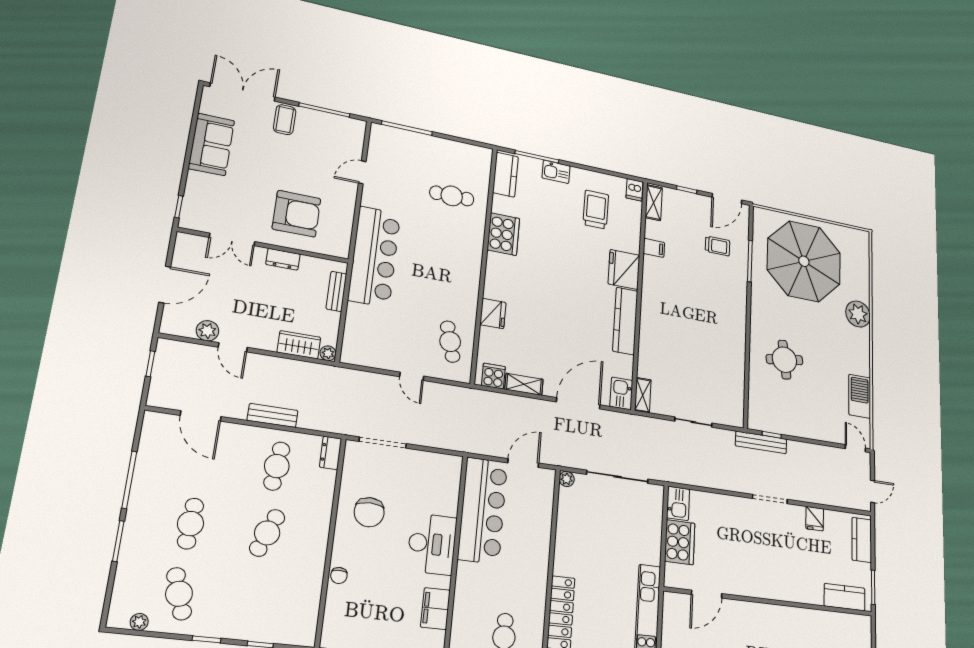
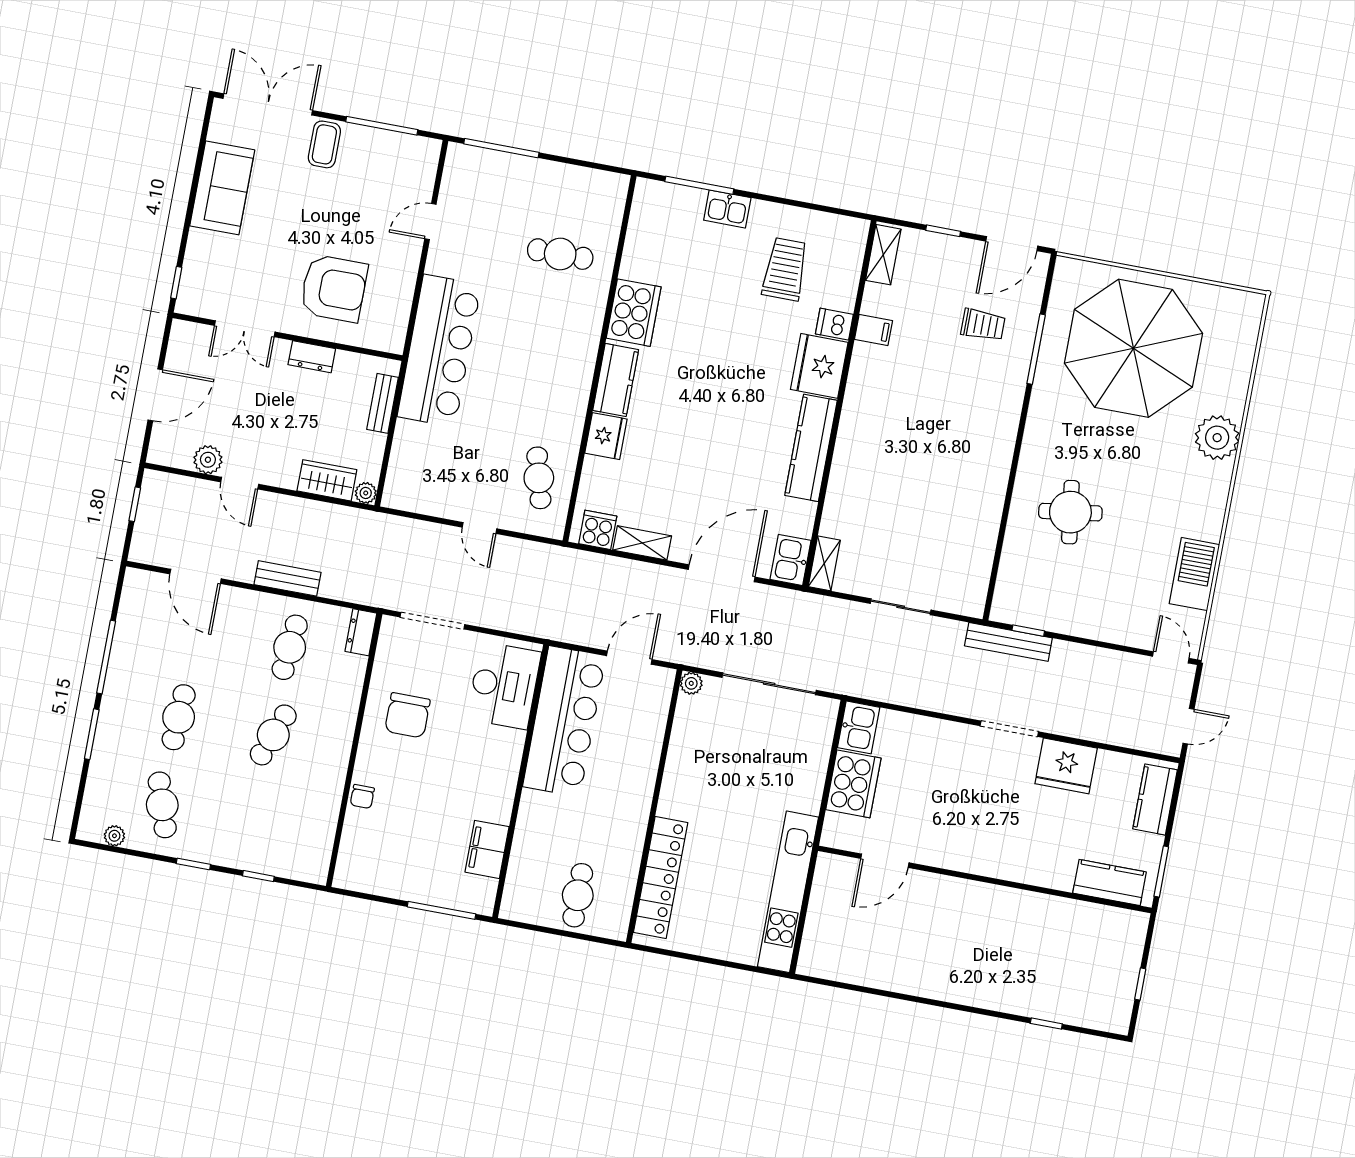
kitchen counter: (505, 175) -> (616, 380), moved
dishwasher: (634, 190) -> (834, 324), moved, turned 90
fridge: (815, 519) -> (1066, 766), width x1.88, depth x1.34
desk: (432, 544) -> (504, 685), moved

